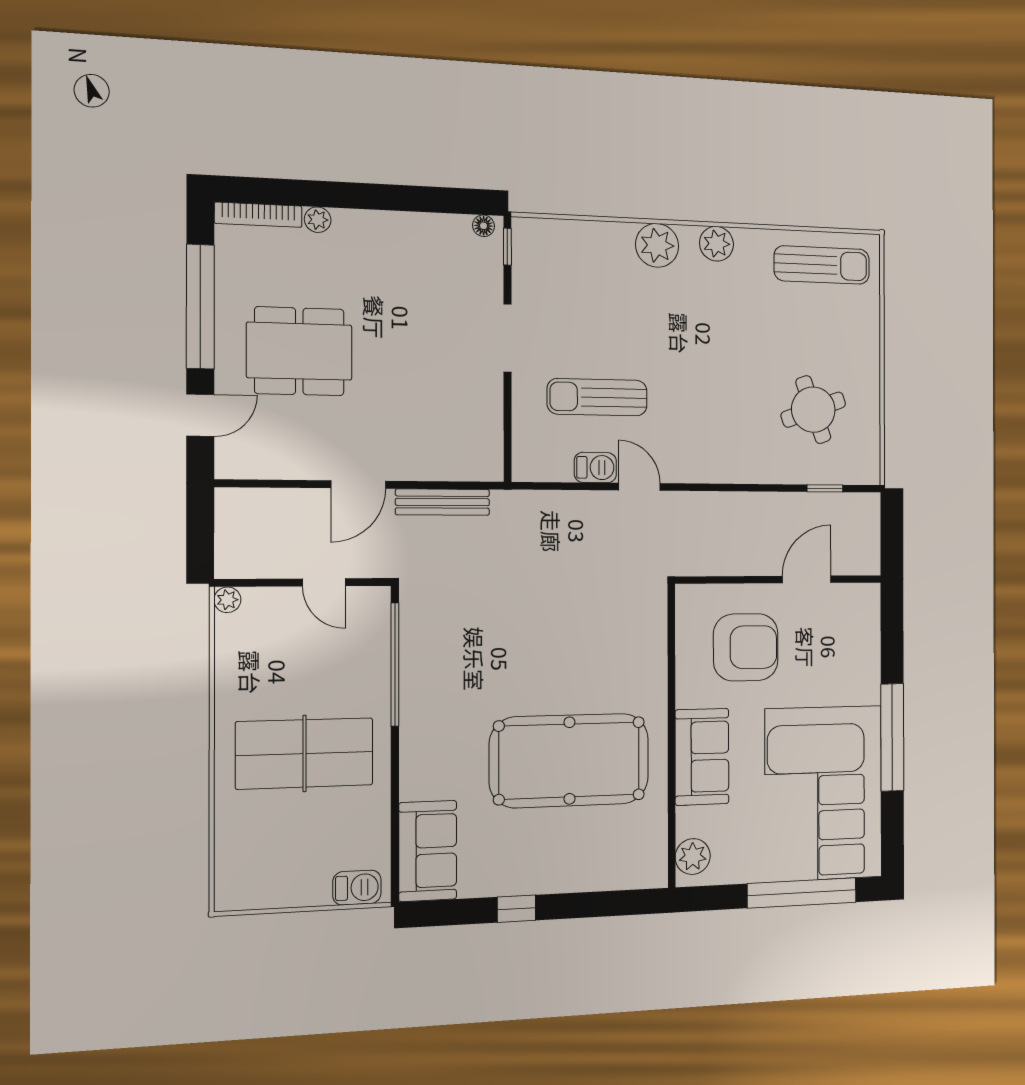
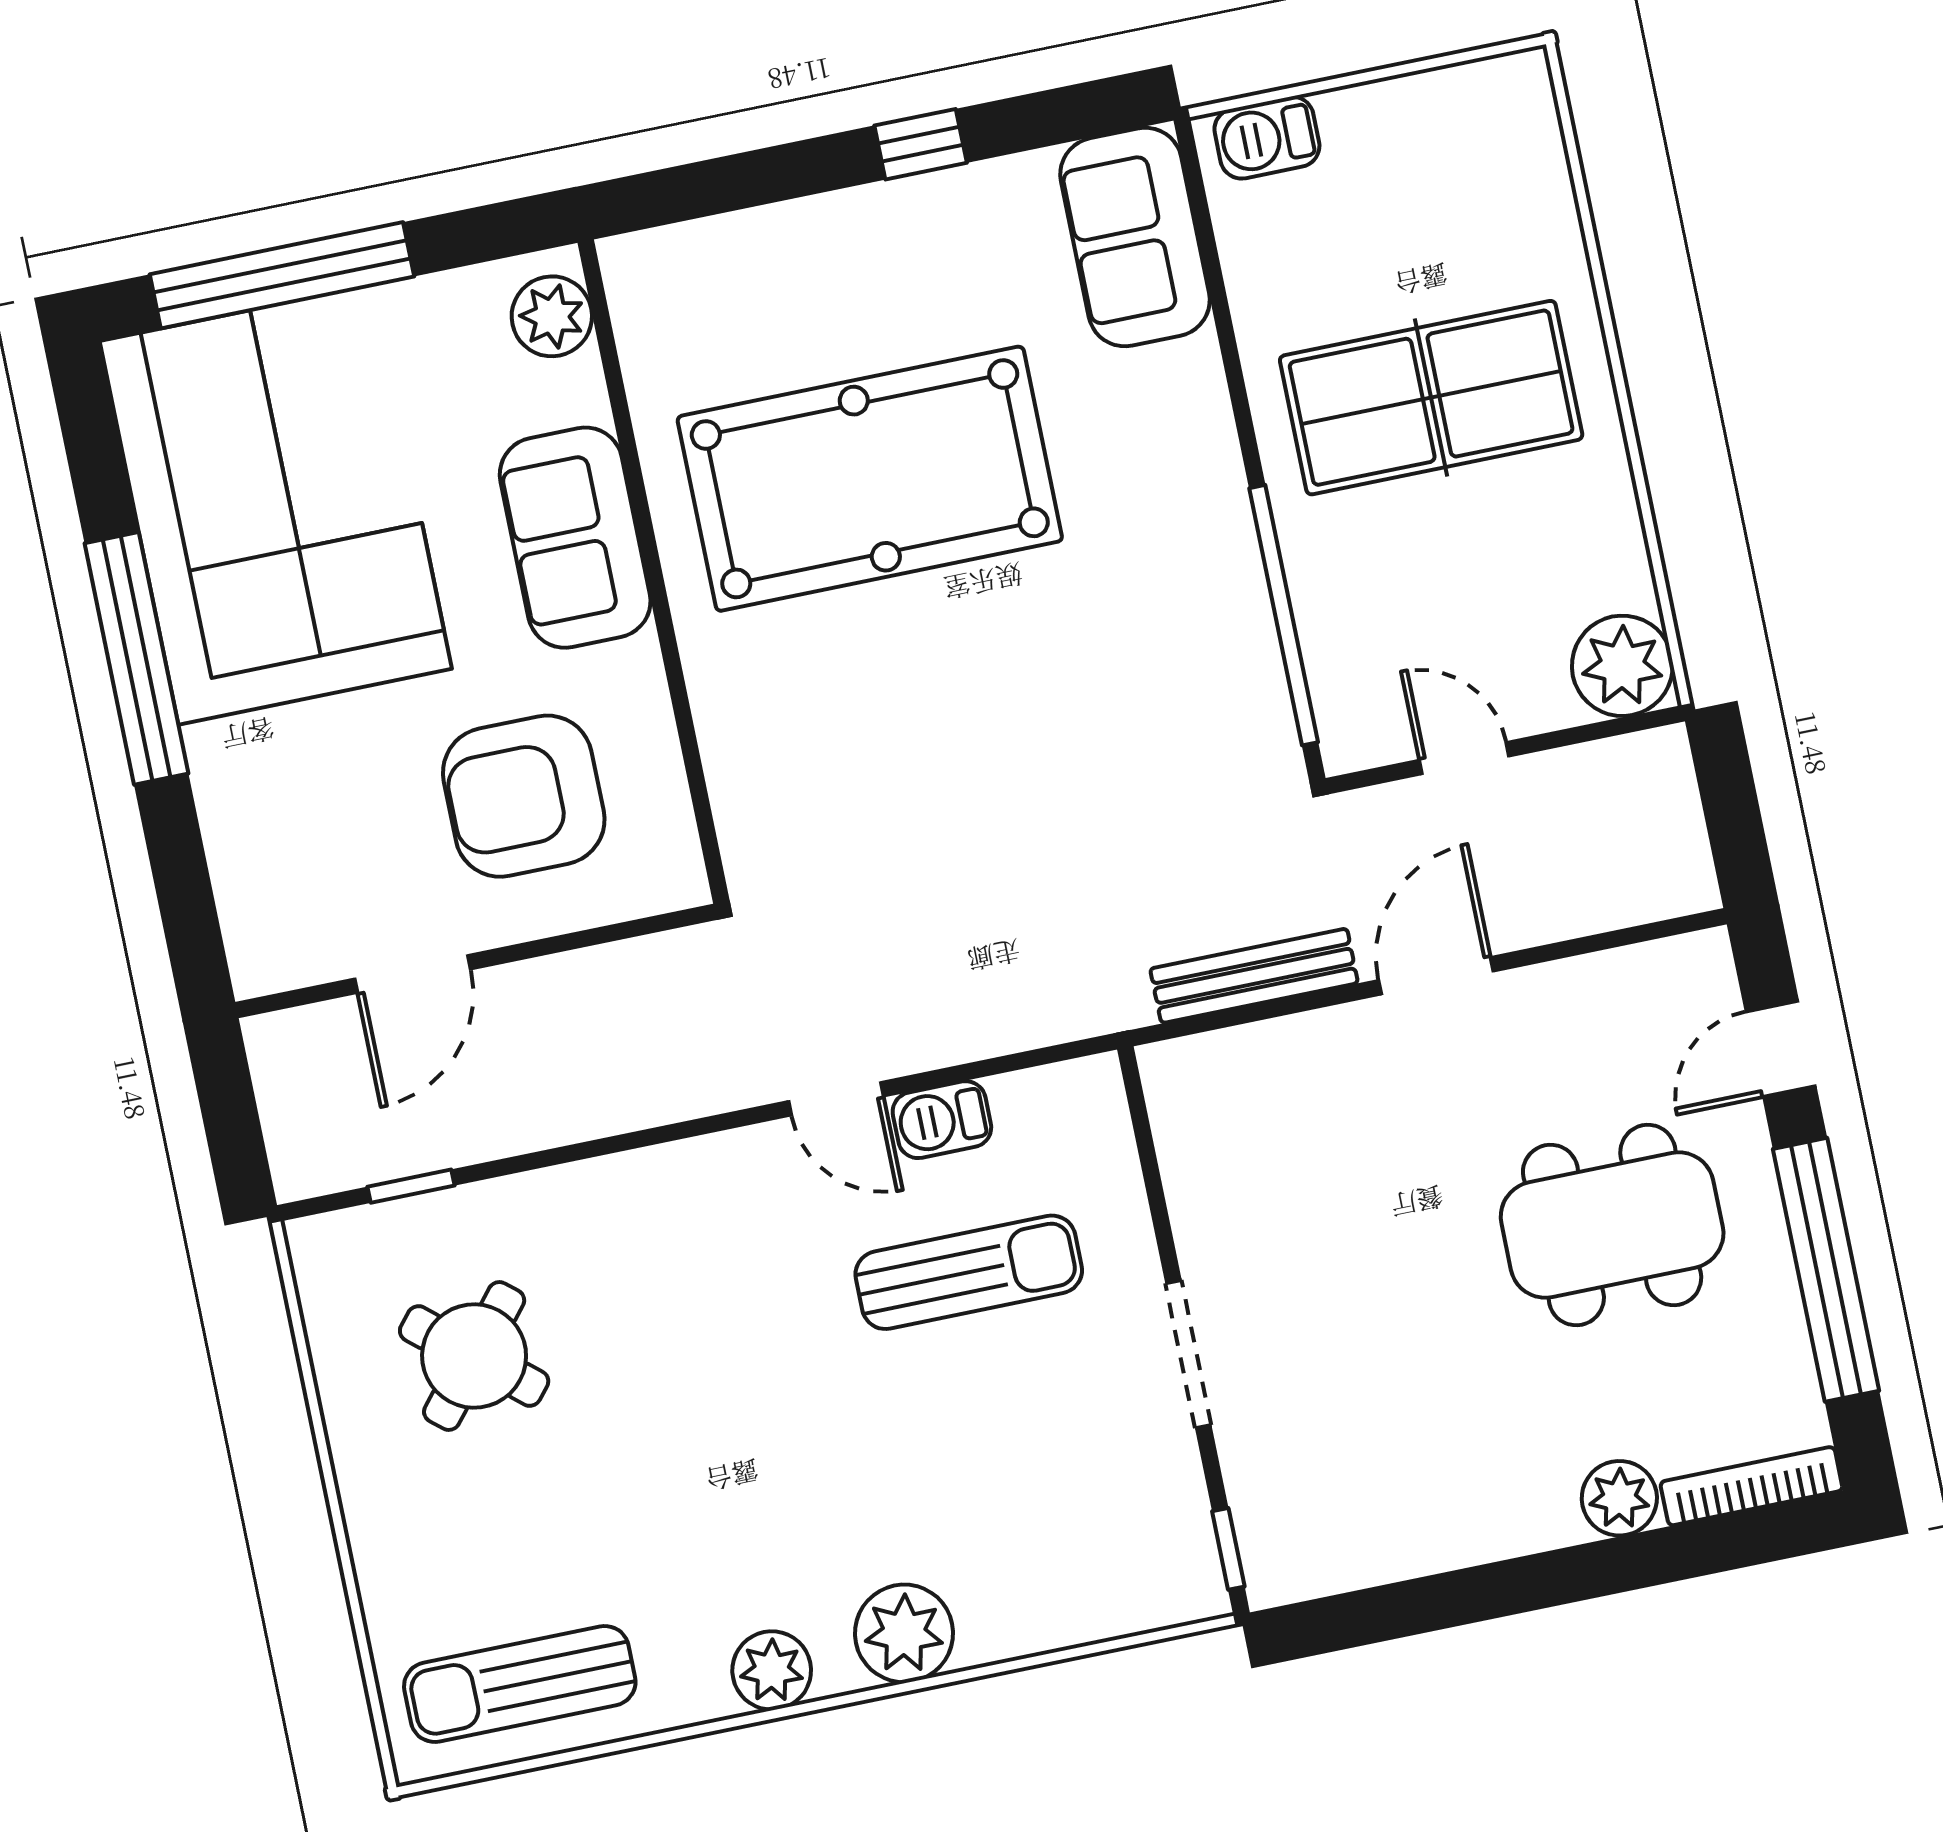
plant: (318, 220) -> (1619, 1498), width x1.38, depth x1.38
floor lamp: (484, 226) -> (1288, 1580), removed
round table: (813, 410) -> (474, 1356), turned -30
plant: (227, 600) -> (1622, 666), width x1.88, depth x1.88

